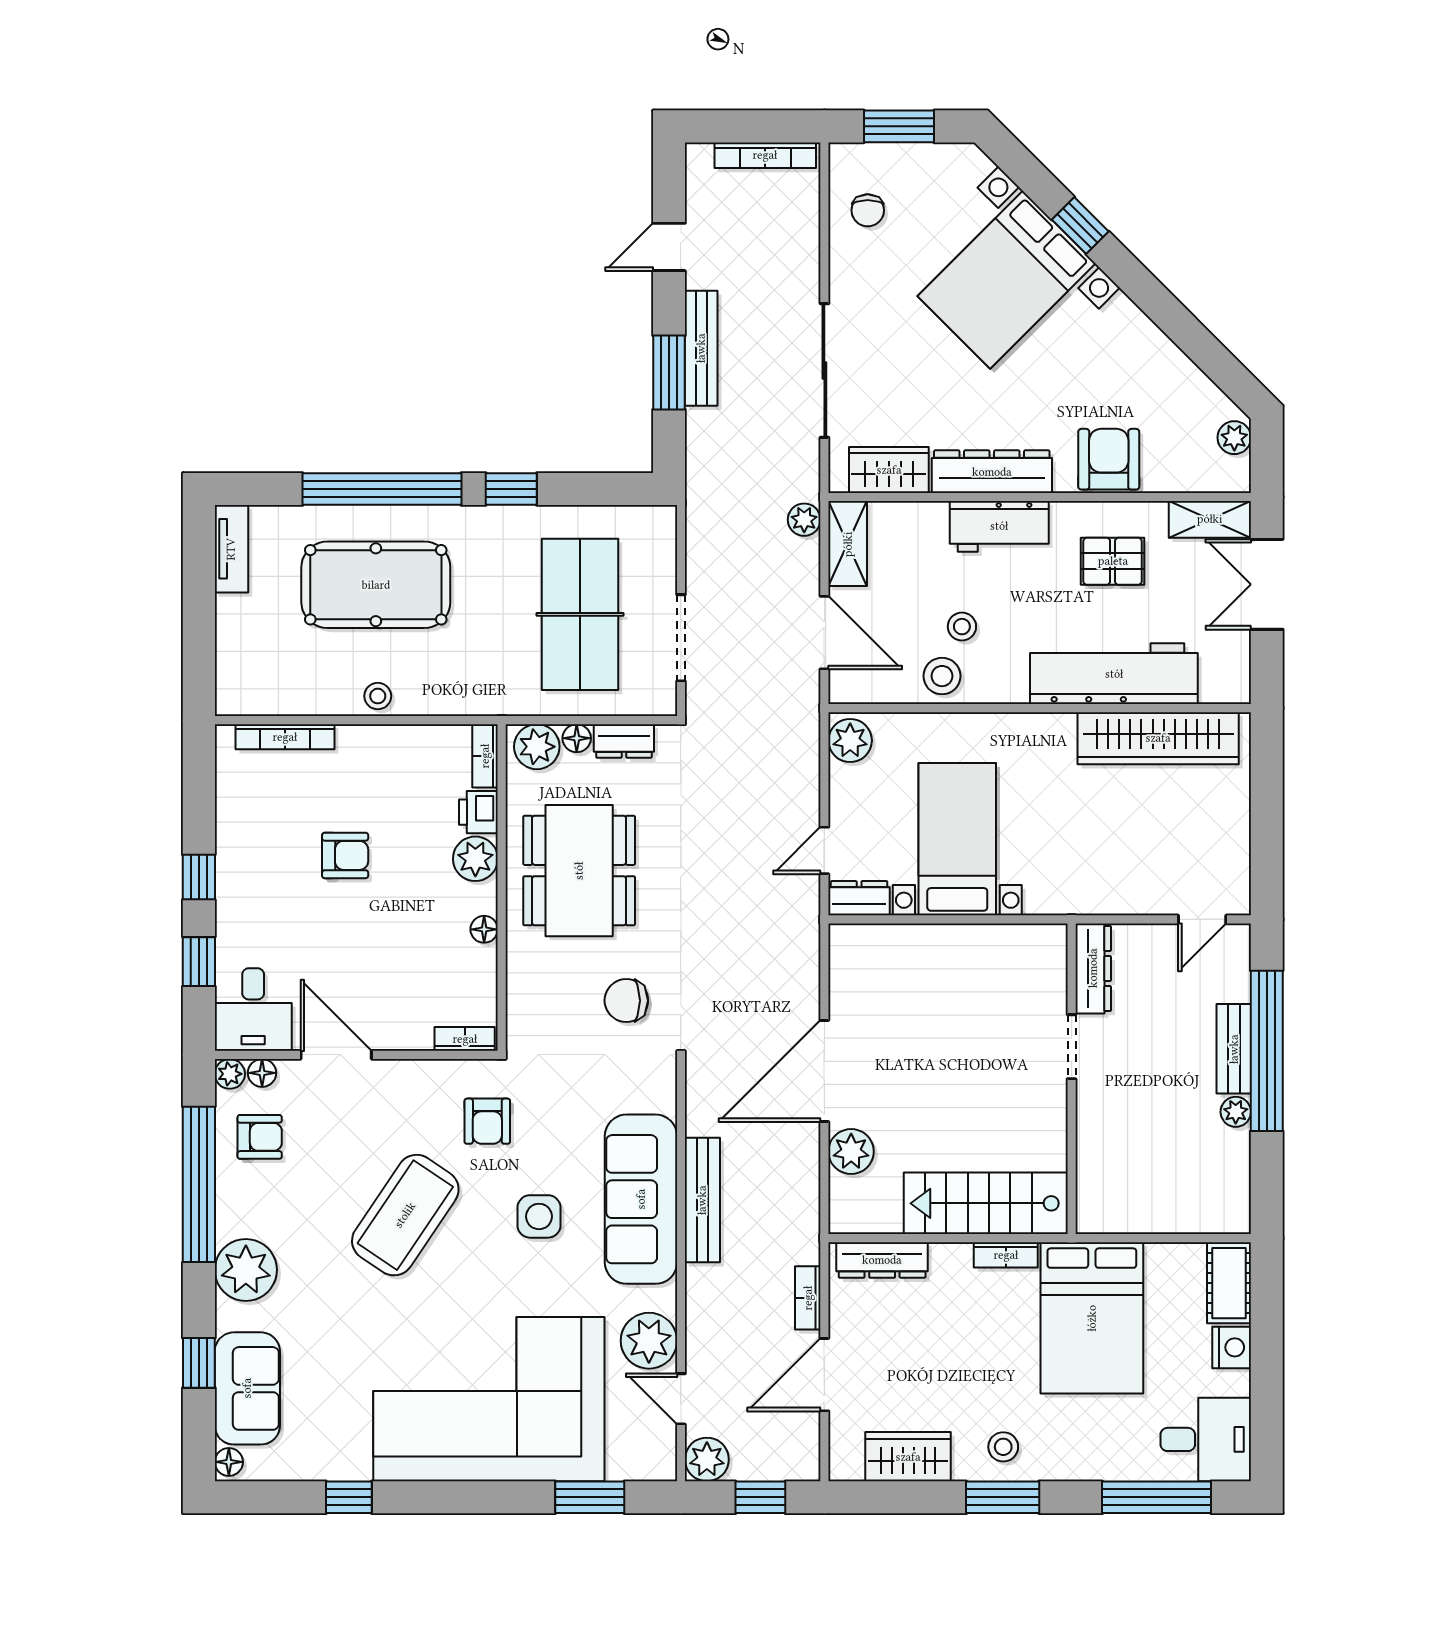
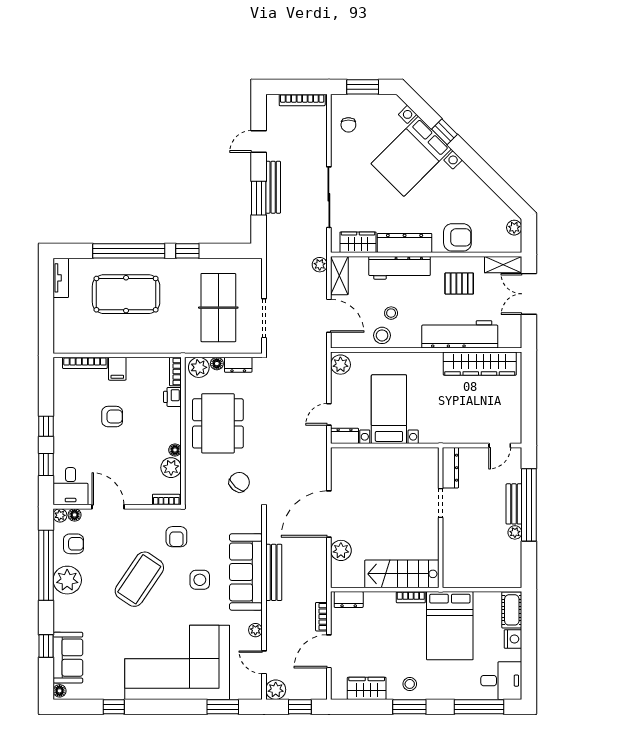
armchair: (1109, 459) -> (457, 237), turned 90
workbench: (999, 526) -> (400, 268), width x1.38
stool: (378, 696) -> (127, 344), removed
filing cabinet: (357, 750) -> (117, 369), added
plant: (475, 859) -> (171, 468), moved
chair: (626, 1001) -> (239, 482), turned 131
dresser: (882, 1260) -> (349, 600), width x0.70
plant: (246, 1270) -> (67, 580), moved
plant: (649, 1341) -> (255, 630), width x0.53, depth x0.53

